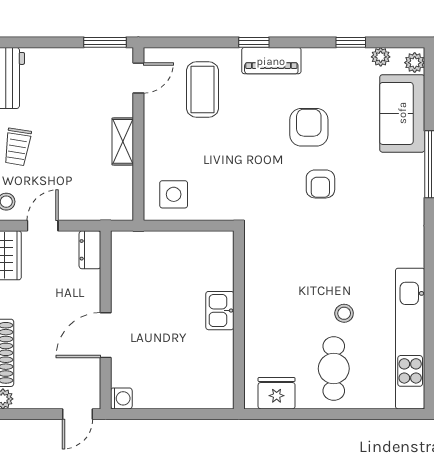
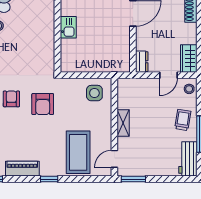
piano: (271, 61) -> (22, 169), moved
coffee table: (203, 89) -> (78, 152), width x1.36, depth x1.32
armchair: (309, 127) -> (43, 104), moved

